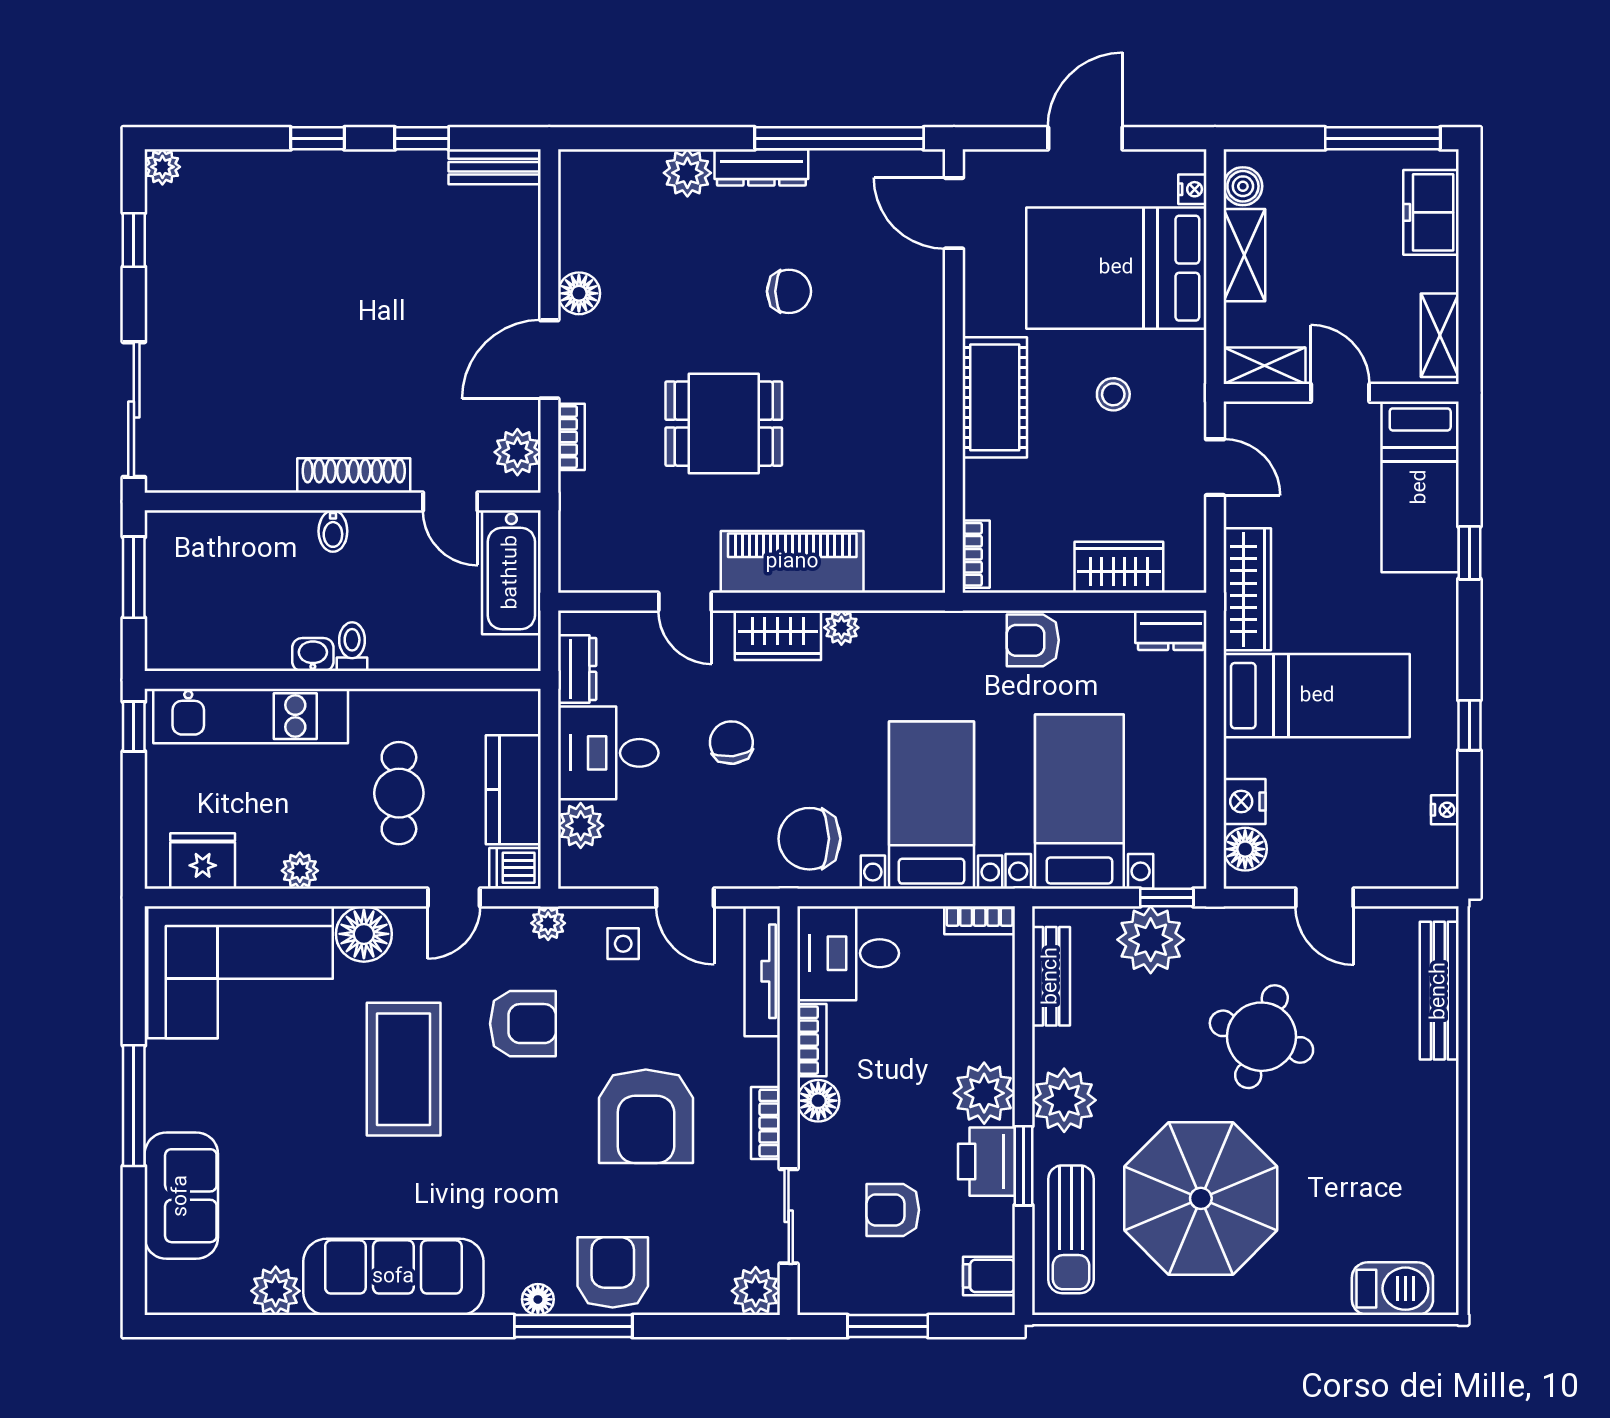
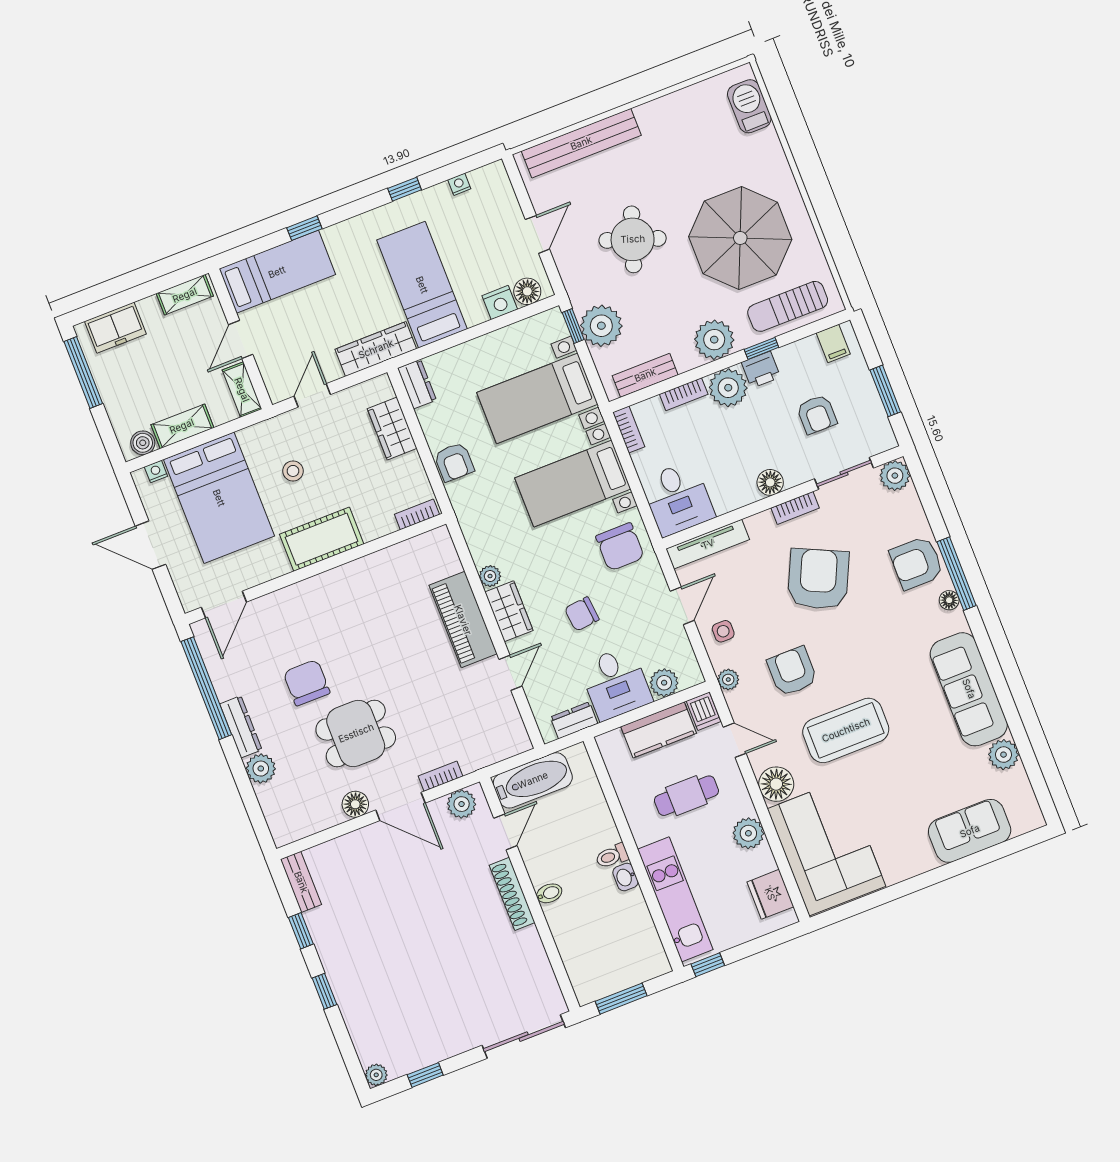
chair: (789, 291) -> (307, 683), width x1.37, depth x1.37
dining table: (724, 424) -> (356, 733), moved, turned 90
plant: (300, 871) -> (748, 833), width x1.38, depth x1.38
bench: (1439, 991) -> (581, 143), width x1.37, depth x1.21
bookcase: (812, 1040) -> (684, 394), moved, turned 180
window: (134, 1106) -> (928, 879), removed
armchair: (646, 1116) -> (818, 579), turned -65
printer: (987, 1162) -> (761, 370), width x0.73, depth x0.81
window: (1024, 1166) -> (761, 348), width x0.67
sun lounger: (1071, 1229) -> (788, 306), turned 180

